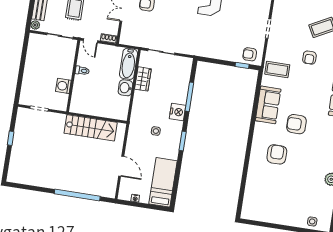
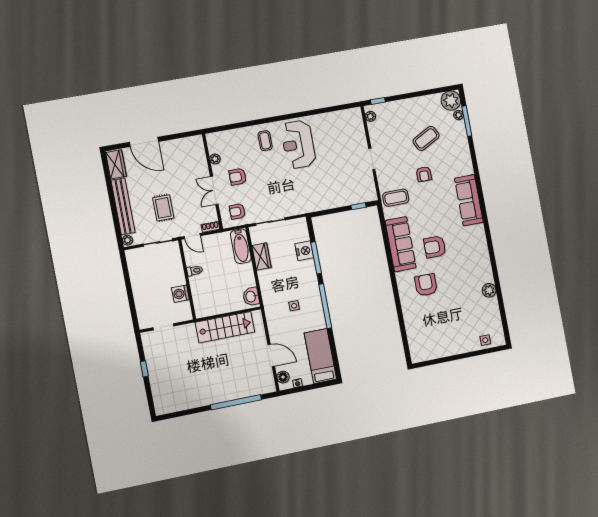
armchair: (250, 54) -> (237, 211), moved
washbasin: (125, 88) -> (251, 297), moved
sofa: (268, 105) -> (401, 244), width x1.36
nightstand: (178, 112) -> (304, 251), moved
window: (183, 141) -> (325, 306), width x2.11
floor lamp: (125, 188) -> (283, 377), added

